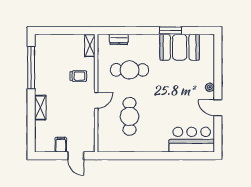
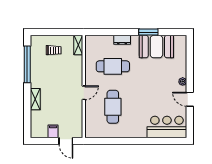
dresser: (119, 39) -> (122, 40), moved
trolley: (78, 76) -> (54, 50), moved

